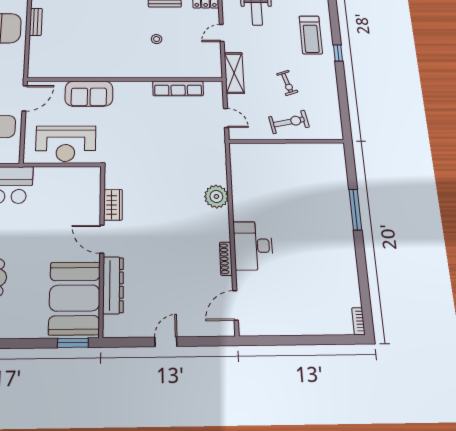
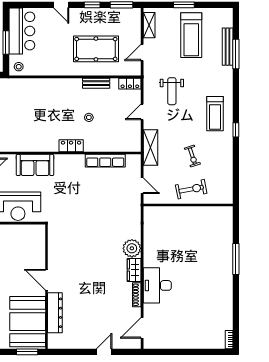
locker: (135, 71) -> (71, 146), added
wardrobe: (113, 205) -> (134, 270), moved, turned 180
door: (166, 342) -> (104, 352), moved

